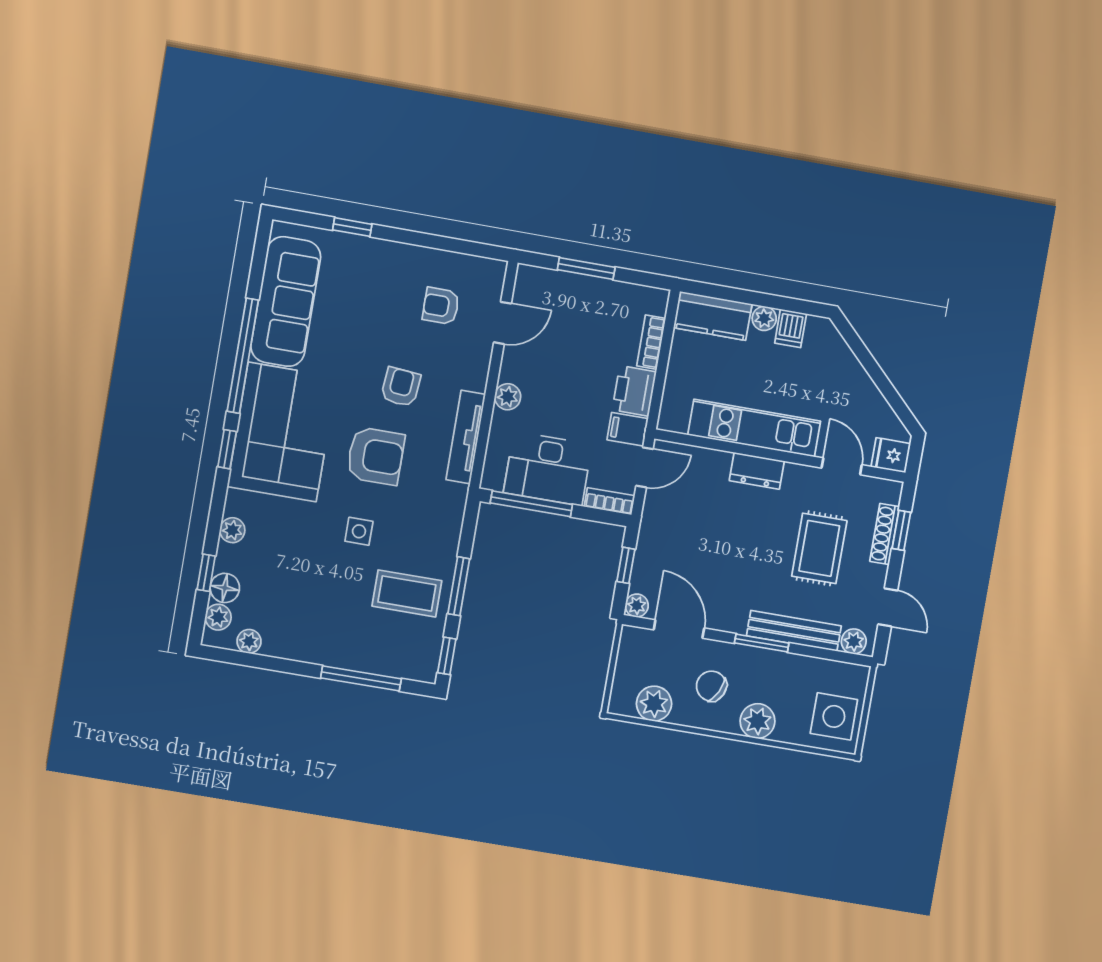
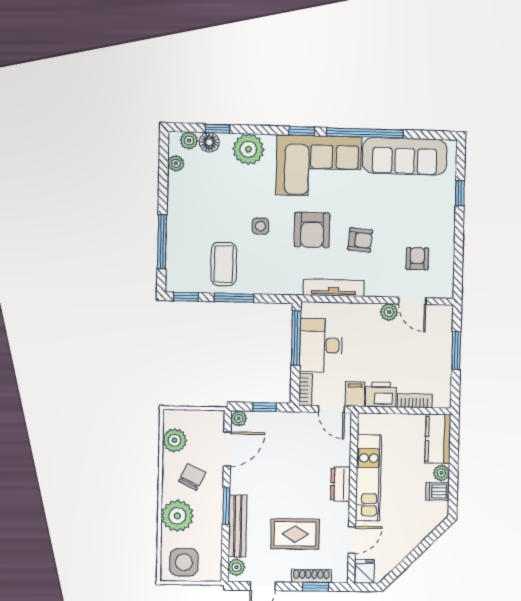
plant: (508, 397) -> (389, 312), moved
plant: (232, 530) -> (248, 149), width x1.87, depth x1.87
plant: (758, 721) -> (177, 516), width x1.36, depth x1.36

